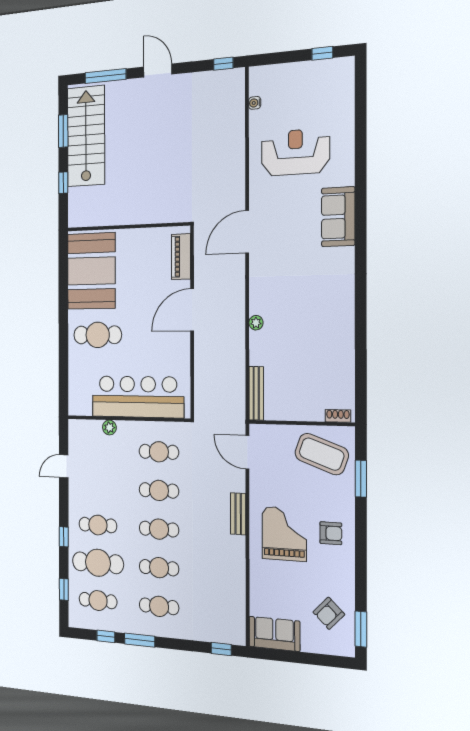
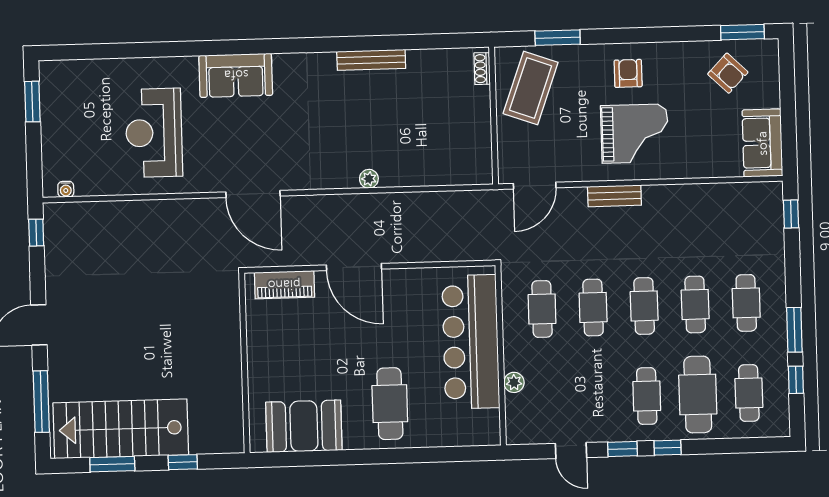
window: (322, 53) -> (32, 102), width x1.50
water cooler: (255, 103) -> (66, 189), moved
booth: (91, 271) -> (304, 426), width x0.73, depth x0.70
bench: (256, 393) -> (371, 60), moved
grand piano: (284, 534) -> (635, 134), turned 180
window: (64, 589) -> (622, 449), moved

